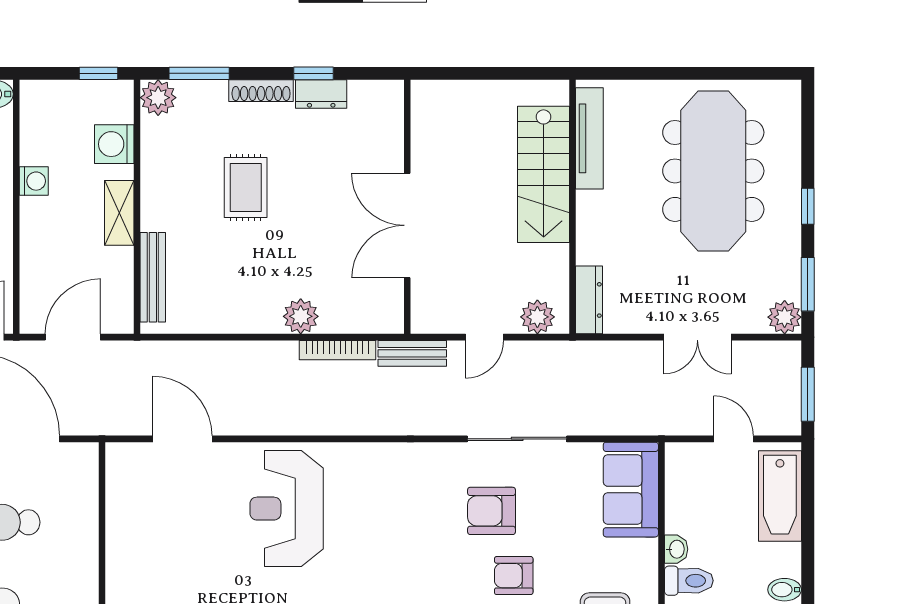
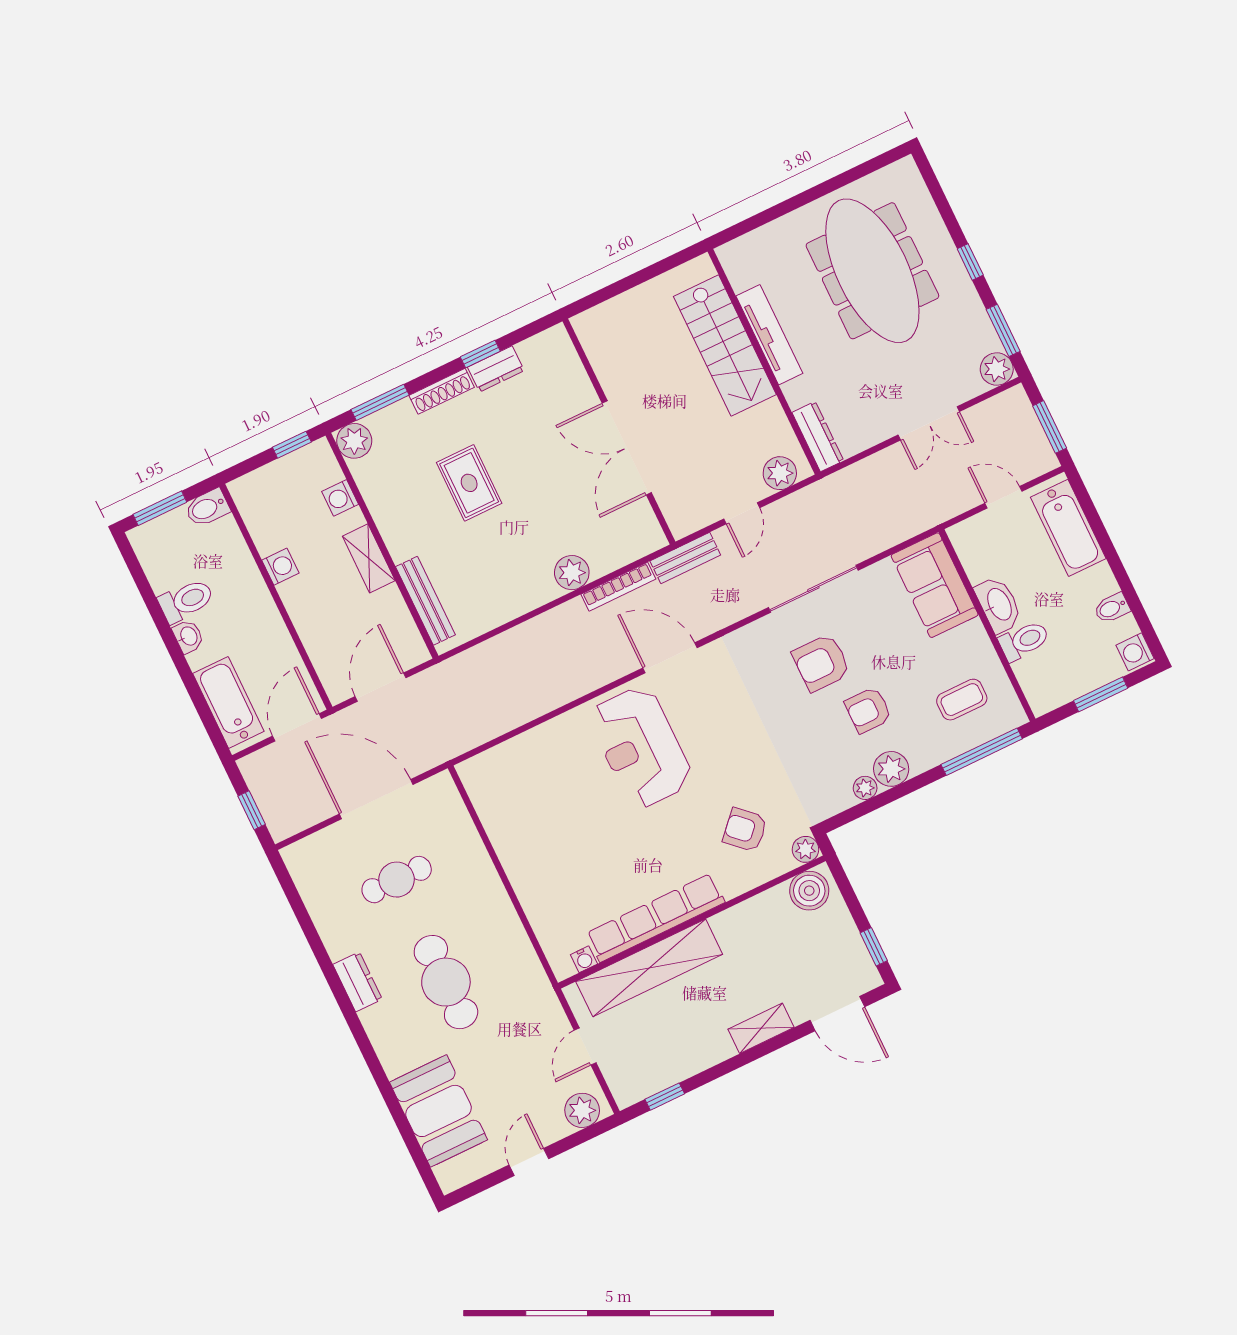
tv unit: (589, 138) -> (769, 335), moved
washing machine: (114, 144) -> (340, 498), width x0.73, depth x0.73
door: (182, 439) -> (670, 658), moved
washbasin: (676, 549) -> (999, 605), width x1.91, depth x1.45

